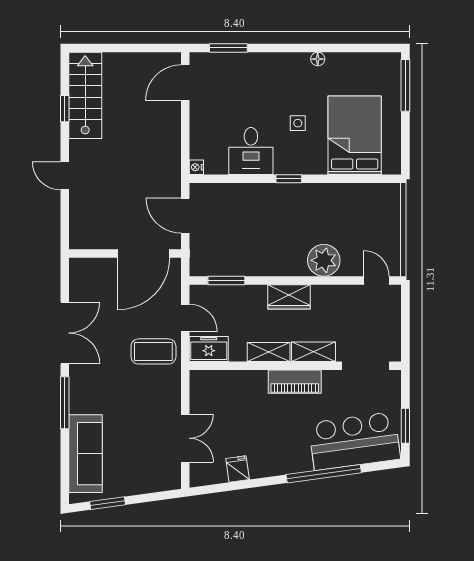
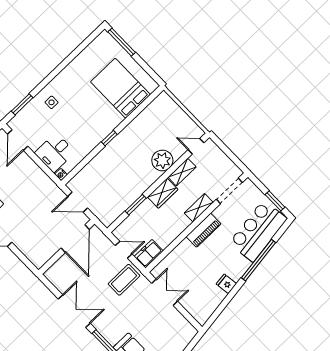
floor lamp: (318, 59) -> (69, 69), removed
side table: (298, 123) -> (51, 102), moved
desk: (251, 151) -> (55, 153), moved, turned 90
window: (226, 281) -> (136, 205), moved
shelving: (269, 352) -> (182, 172), moved
double door: (185, 438) -> (165, 292), moved
fridge: (238, 469) -> (226, 284), moved

